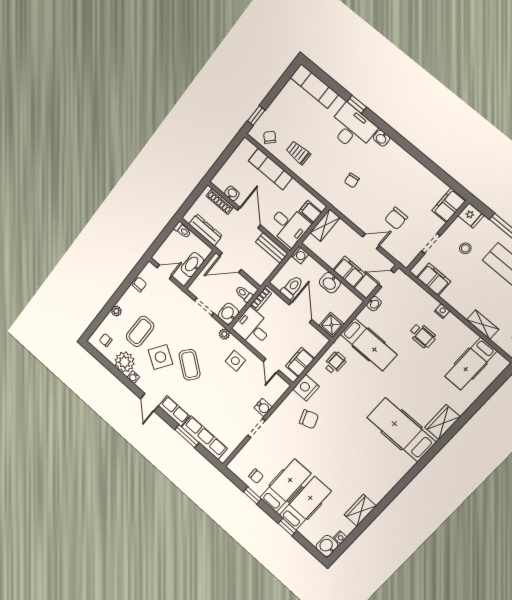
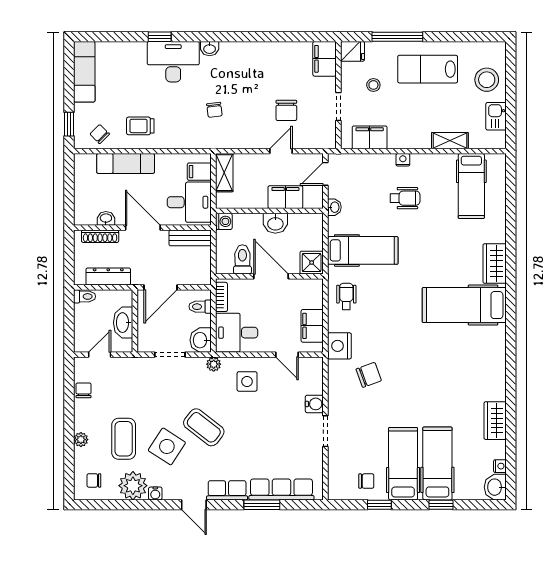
exam couch: (314, 86) -> (84, 72), moved, turned -90

